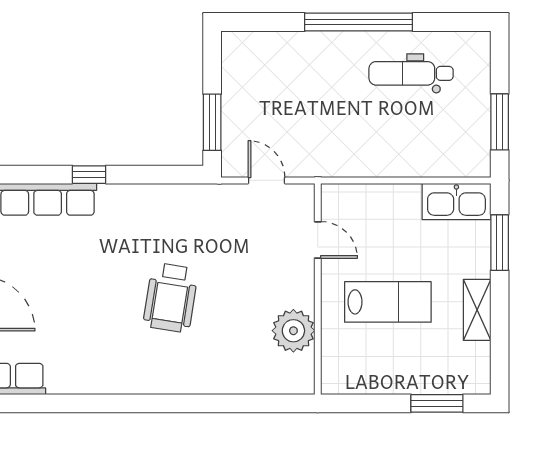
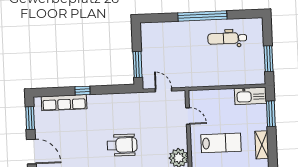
wheelchair: (171, 298) -> (122, 145), turned -99

